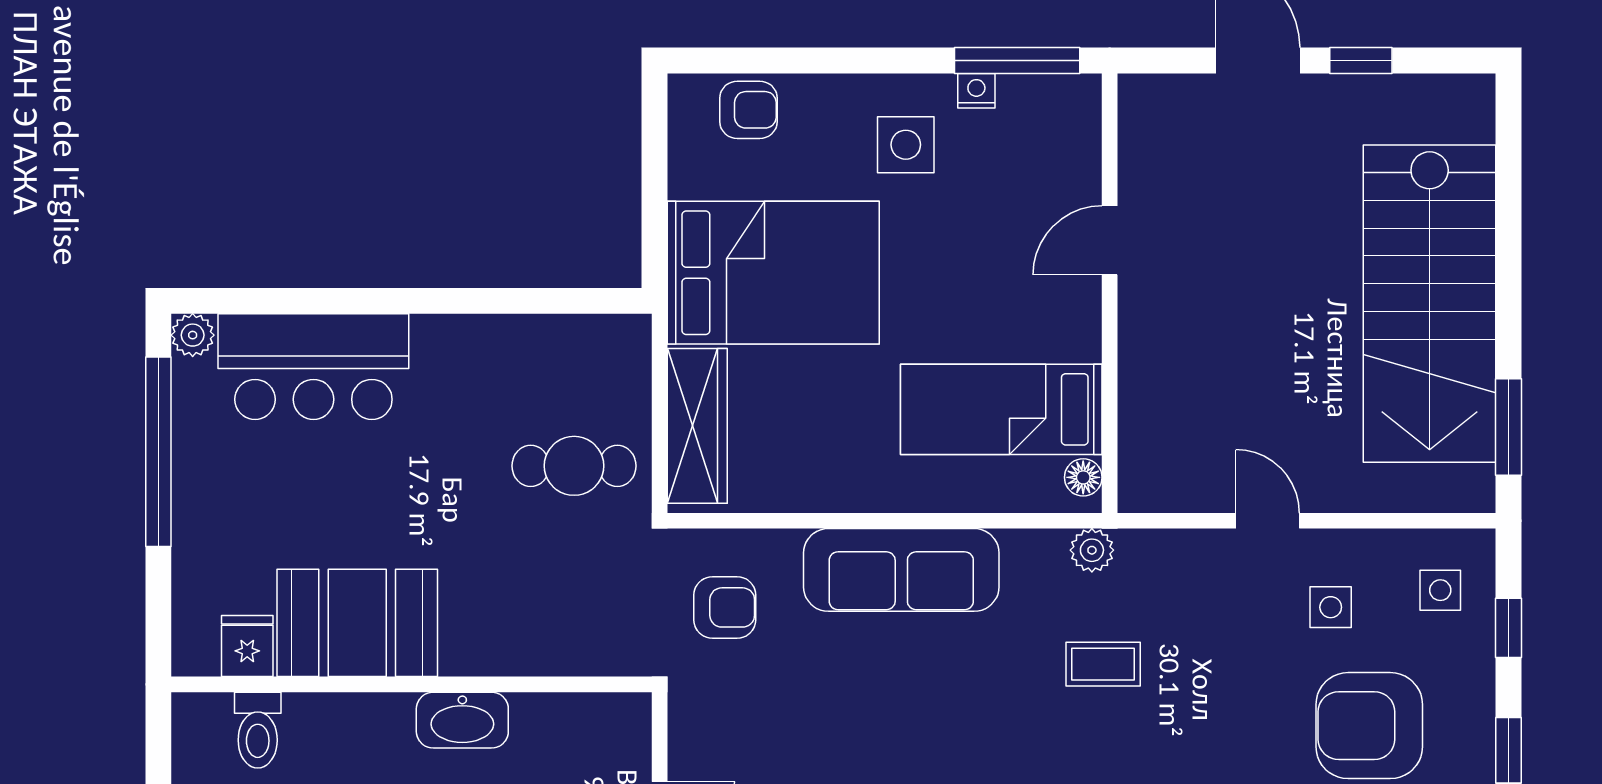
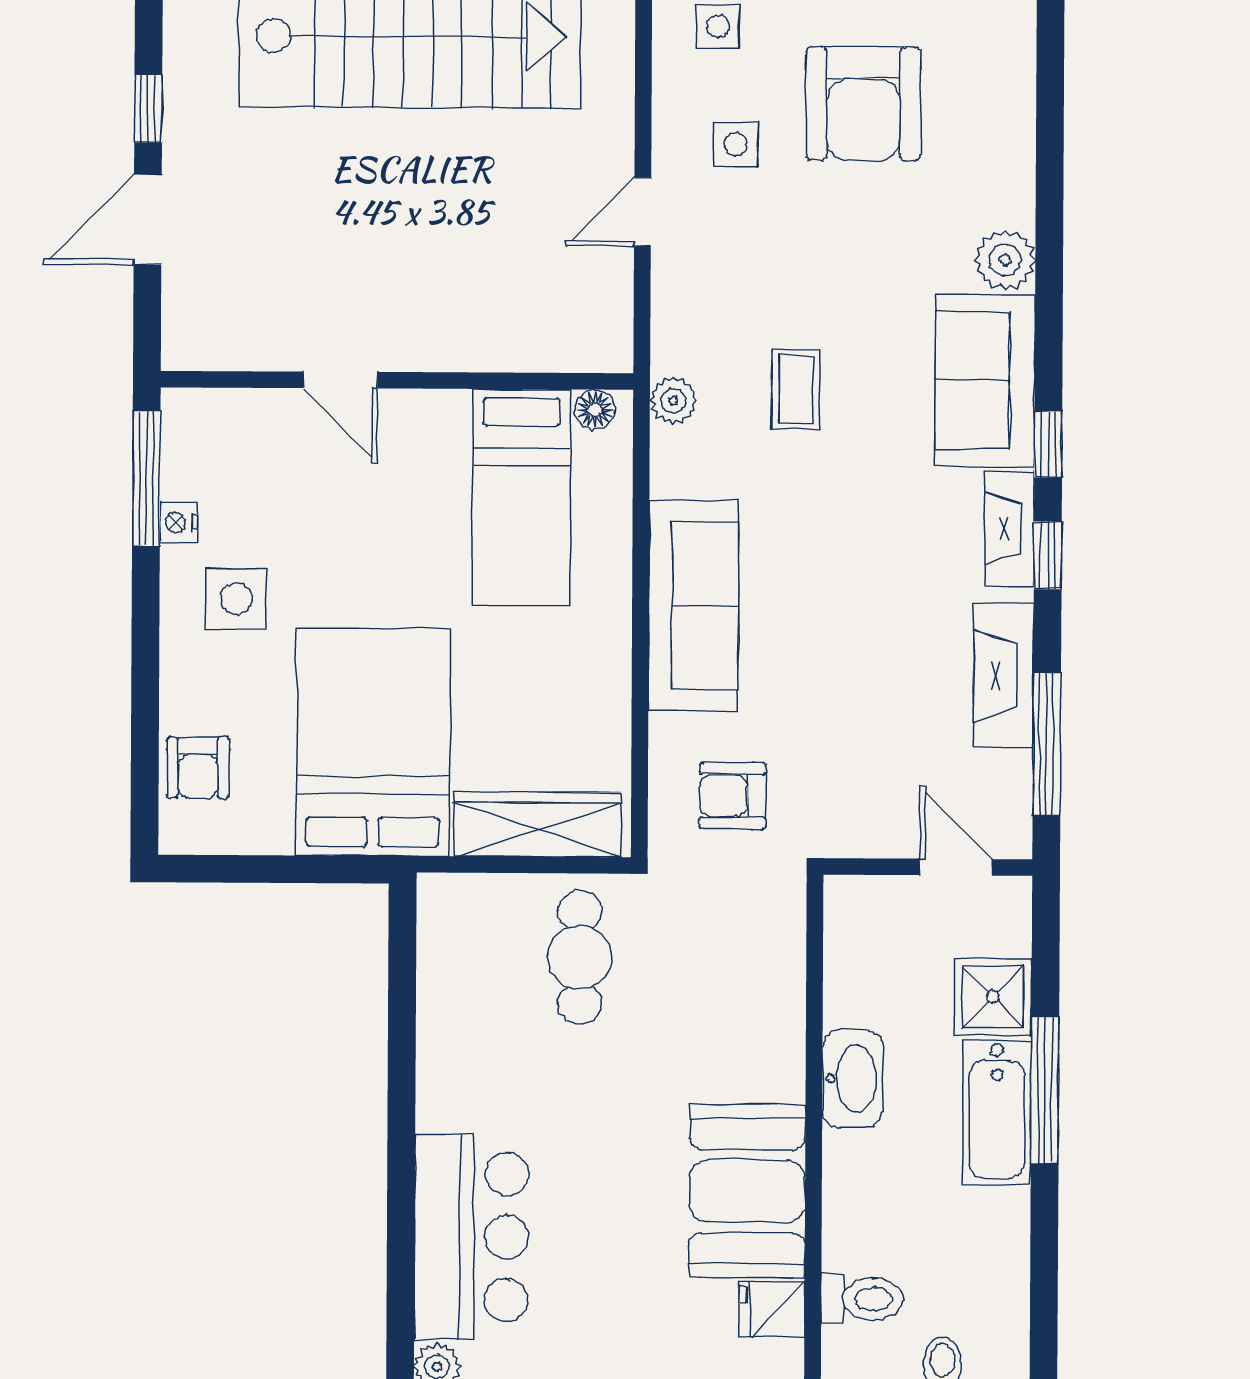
armchair: (748, 110) -> (198, 768), turned 180
armchair: (725, 607) -> (733, 796), turned -90

